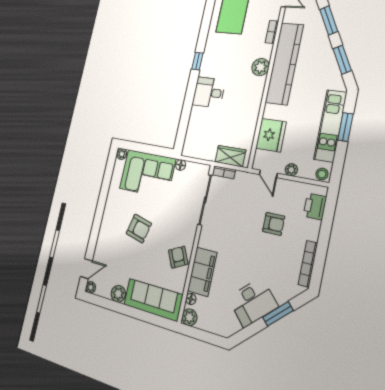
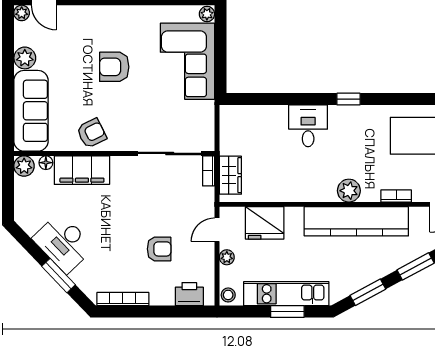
floor lamp: (181, 165) -> (207, 108), removed
armchair: (274, 224) -> (159, 249), turned -90
armchair: (139, 228) -> (114, 67), turned 76

